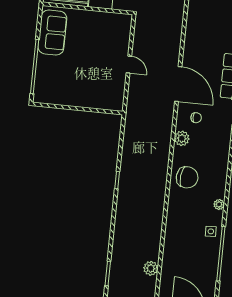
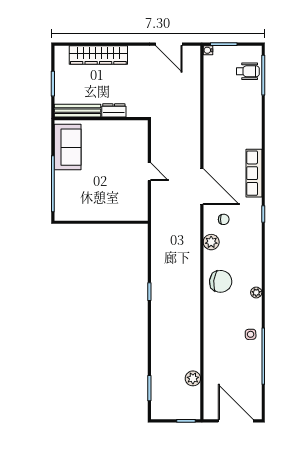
plant: (219, 204) -> (256, 292), moved

